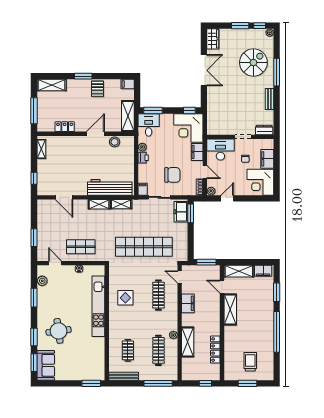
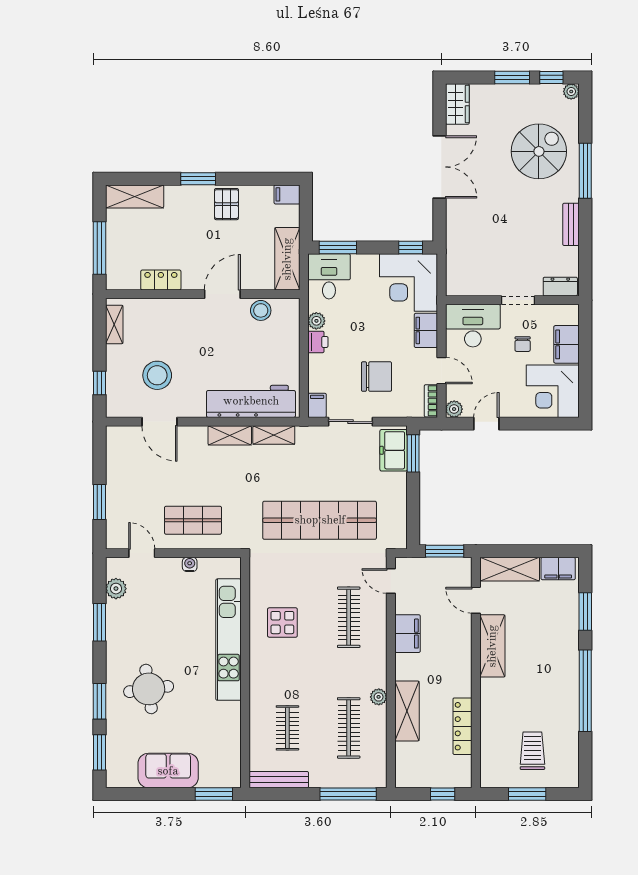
stool: (63, 174) -> (157, 375), added
sofa: (46, 365) -> (168, 771), moved, turned -90

